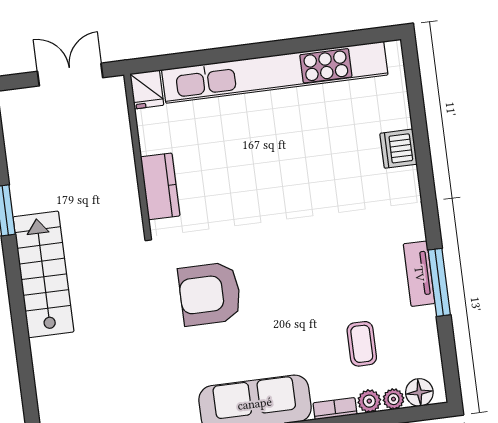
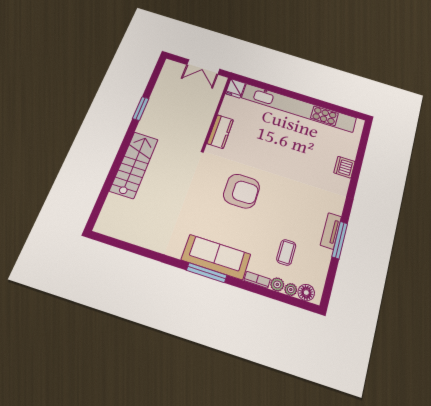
double door: (70, 75) -> (203, 67), swing flipped
stairs: (43, 274) -> (134, 165), moved
armchair: (210, 294) -> (241, 191), moved, turned 180

